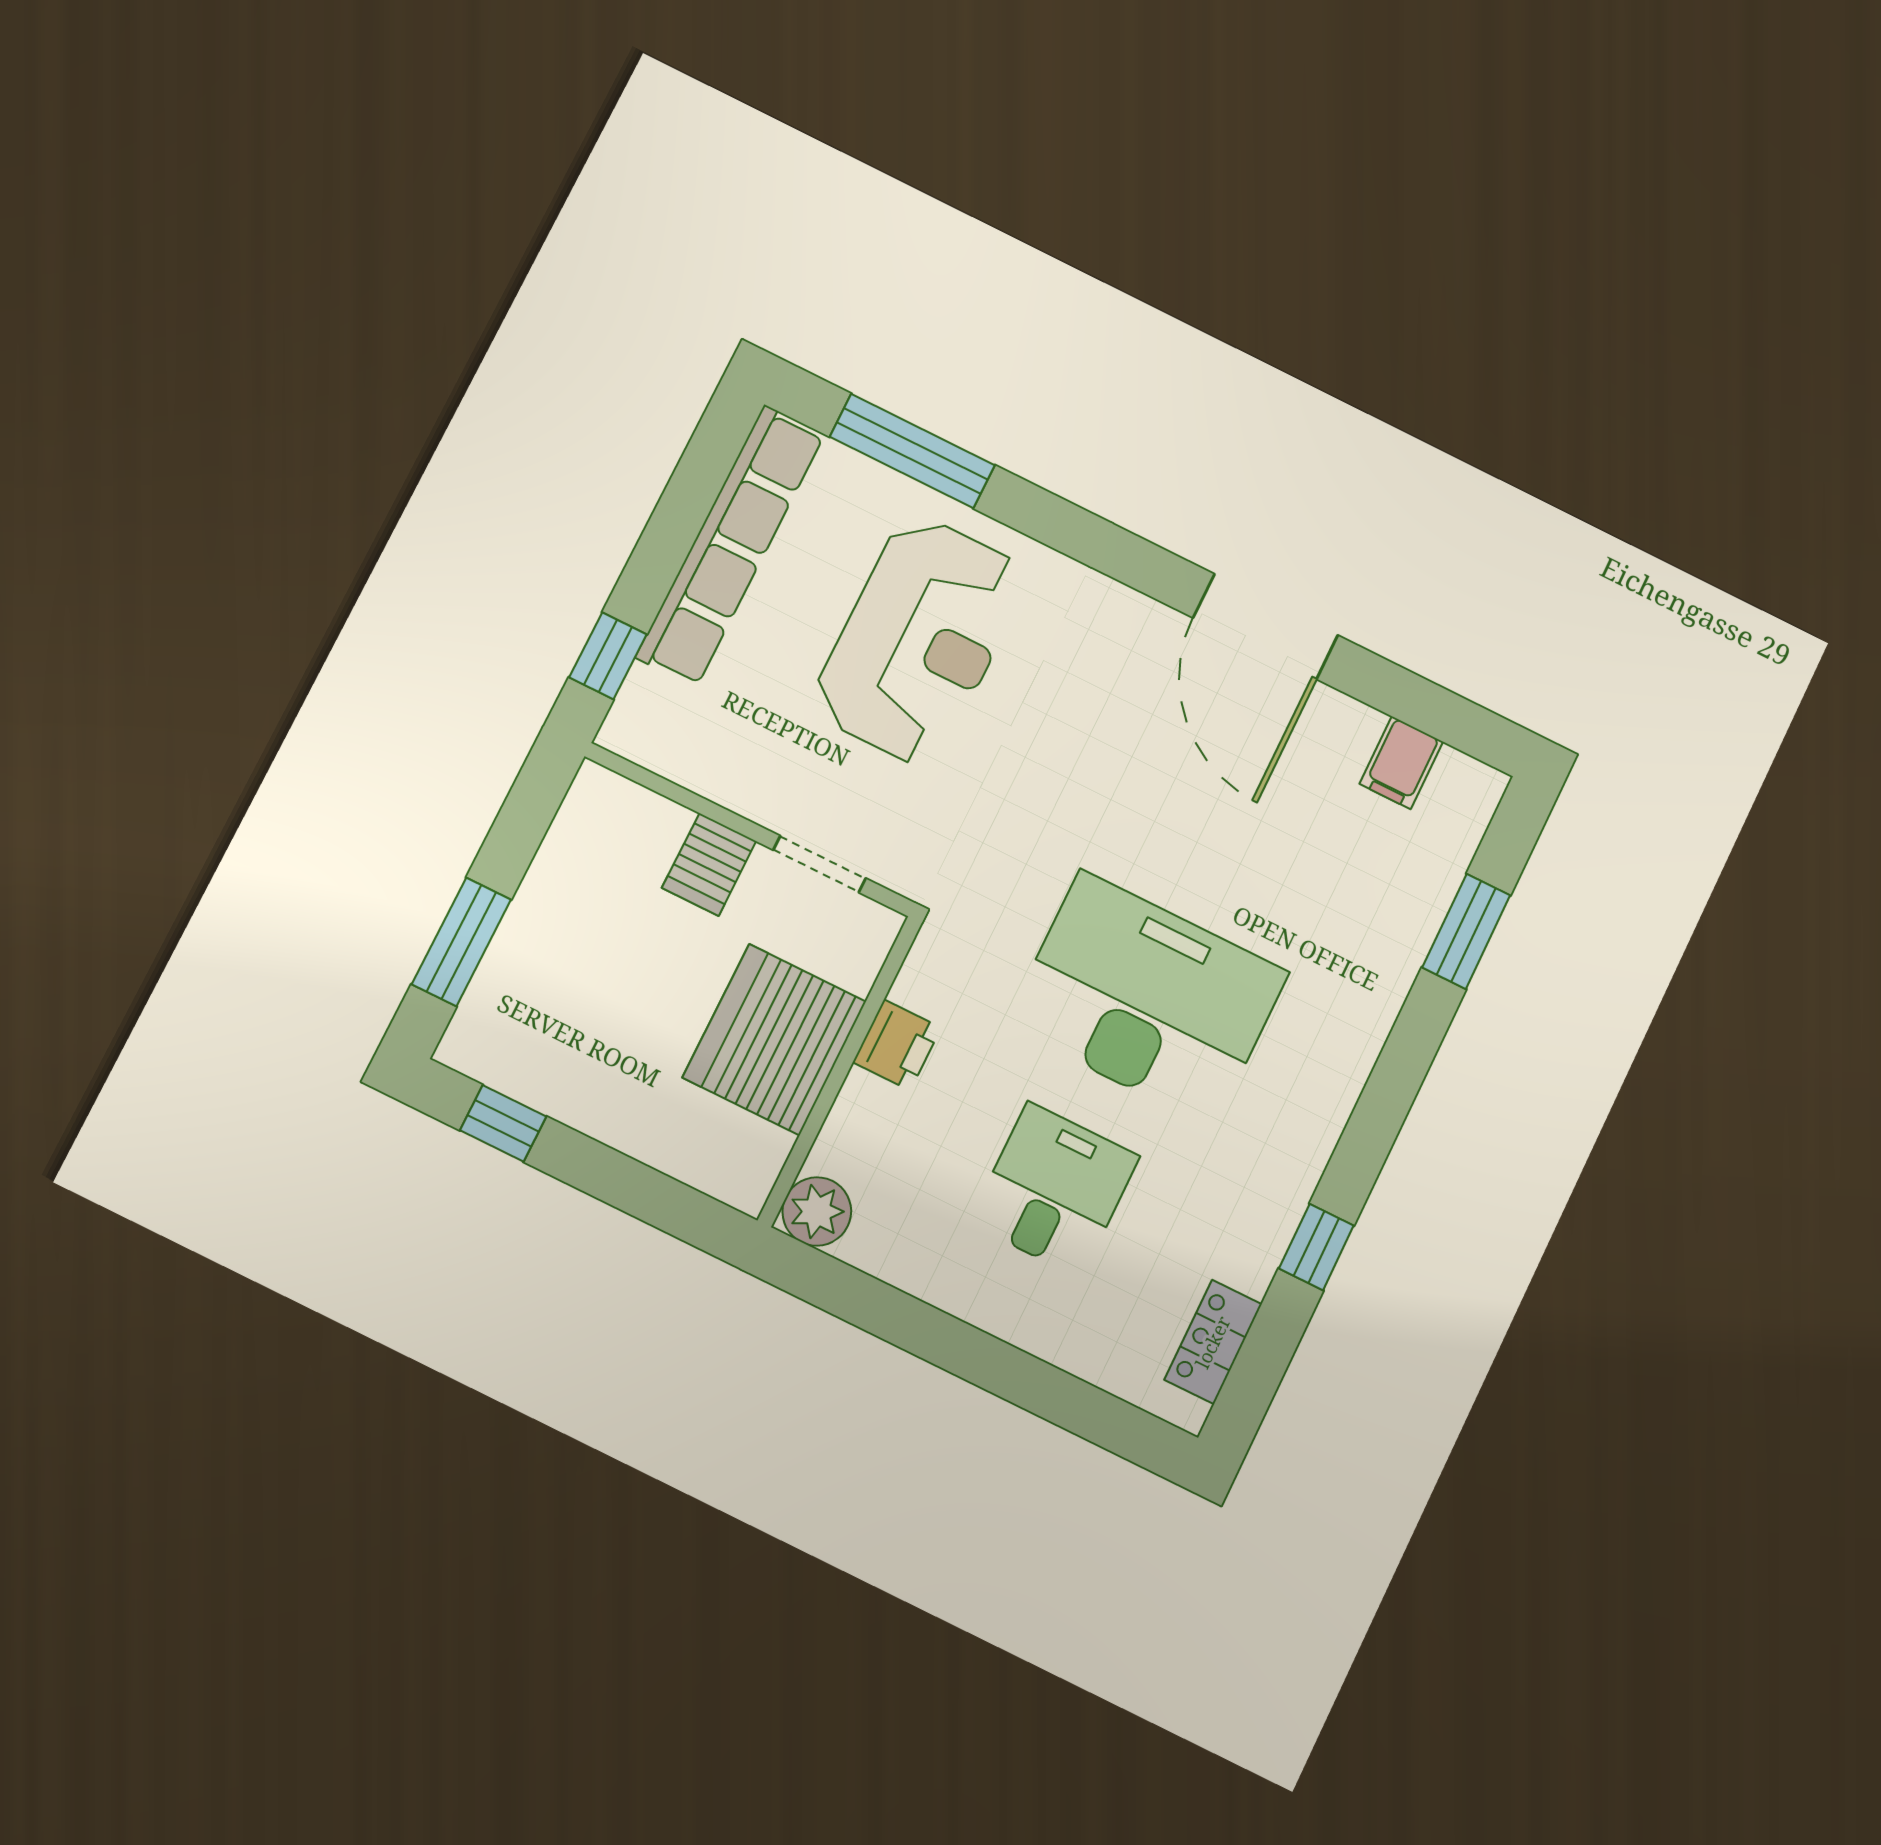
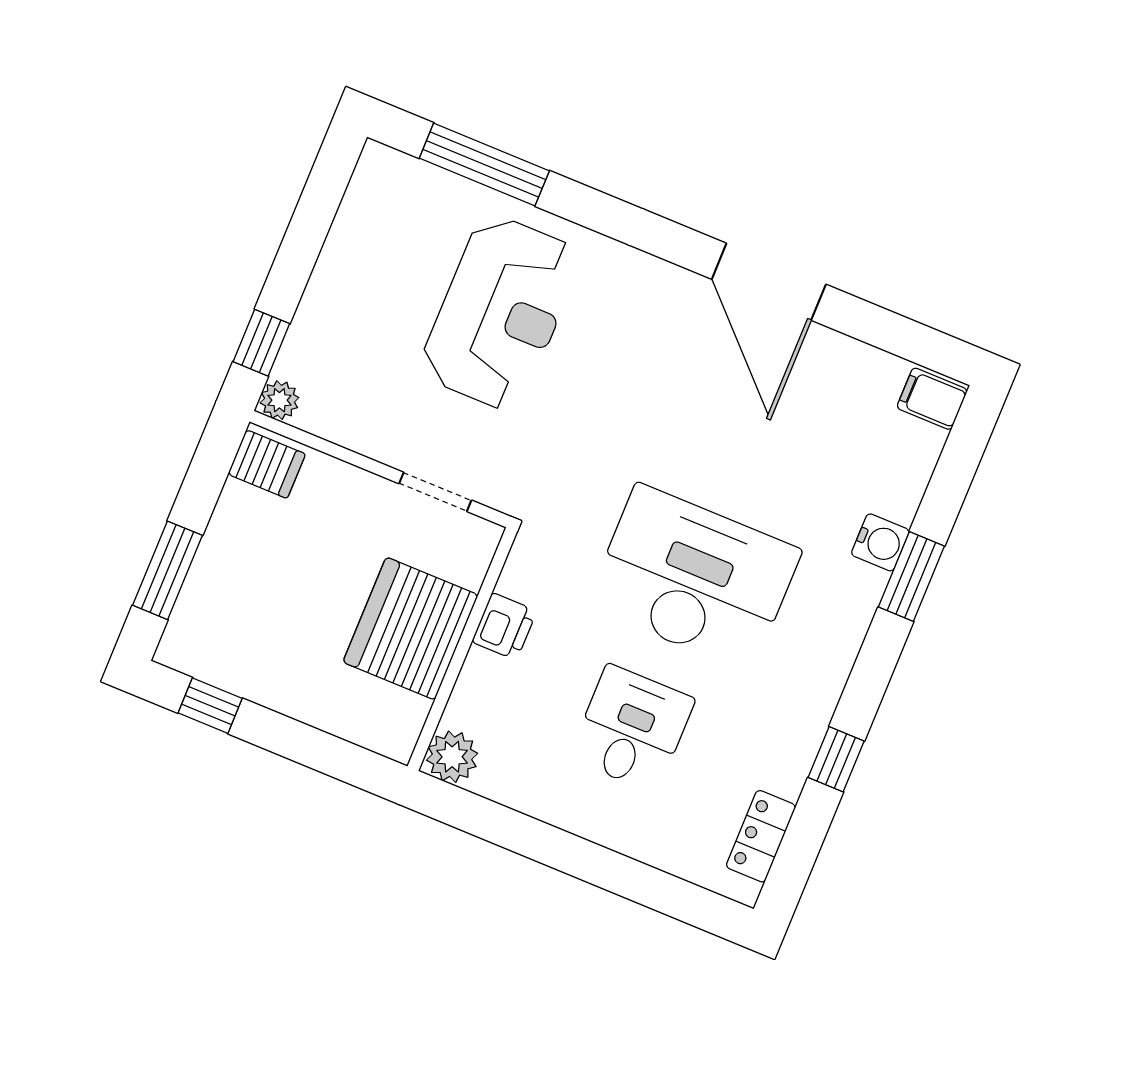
row of seats: (730, 545) -> (349, 250), removed
plant: (626, 731) -> (279, 400), added
filing cabinet: (1401, 763) -> (932, 399), moved, turned 90
server rack: (709, 864) -> (267, 464), moved, turned -90
window: (1466, 931) -> (911, 577), moved
water cooler: (1389, 969) -> (880, 542), added

